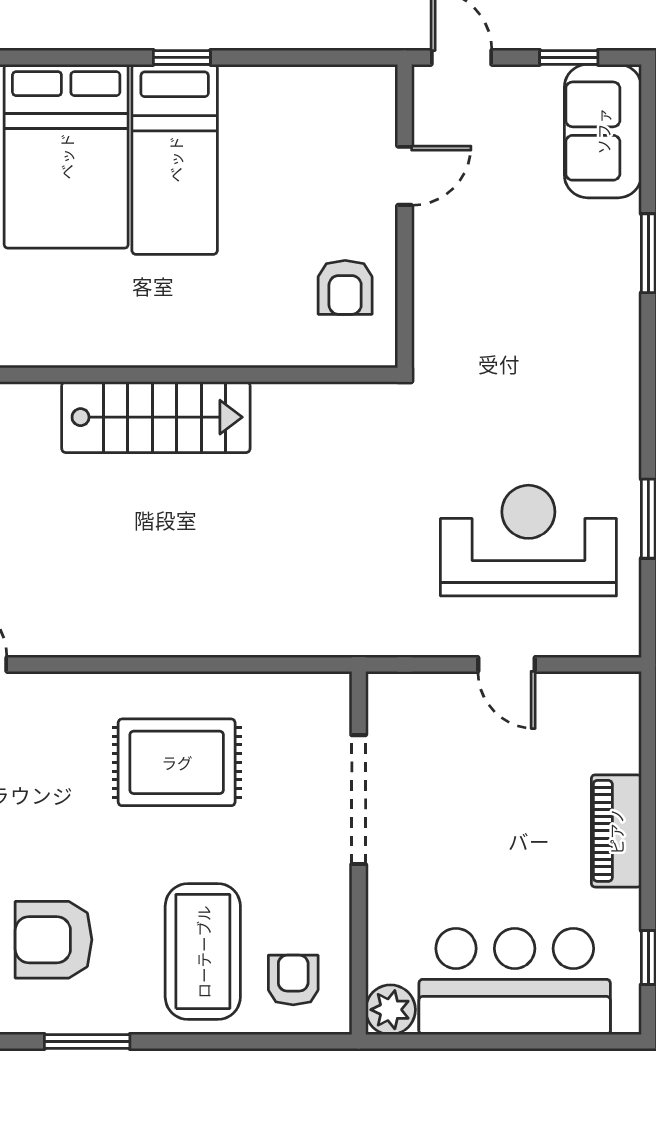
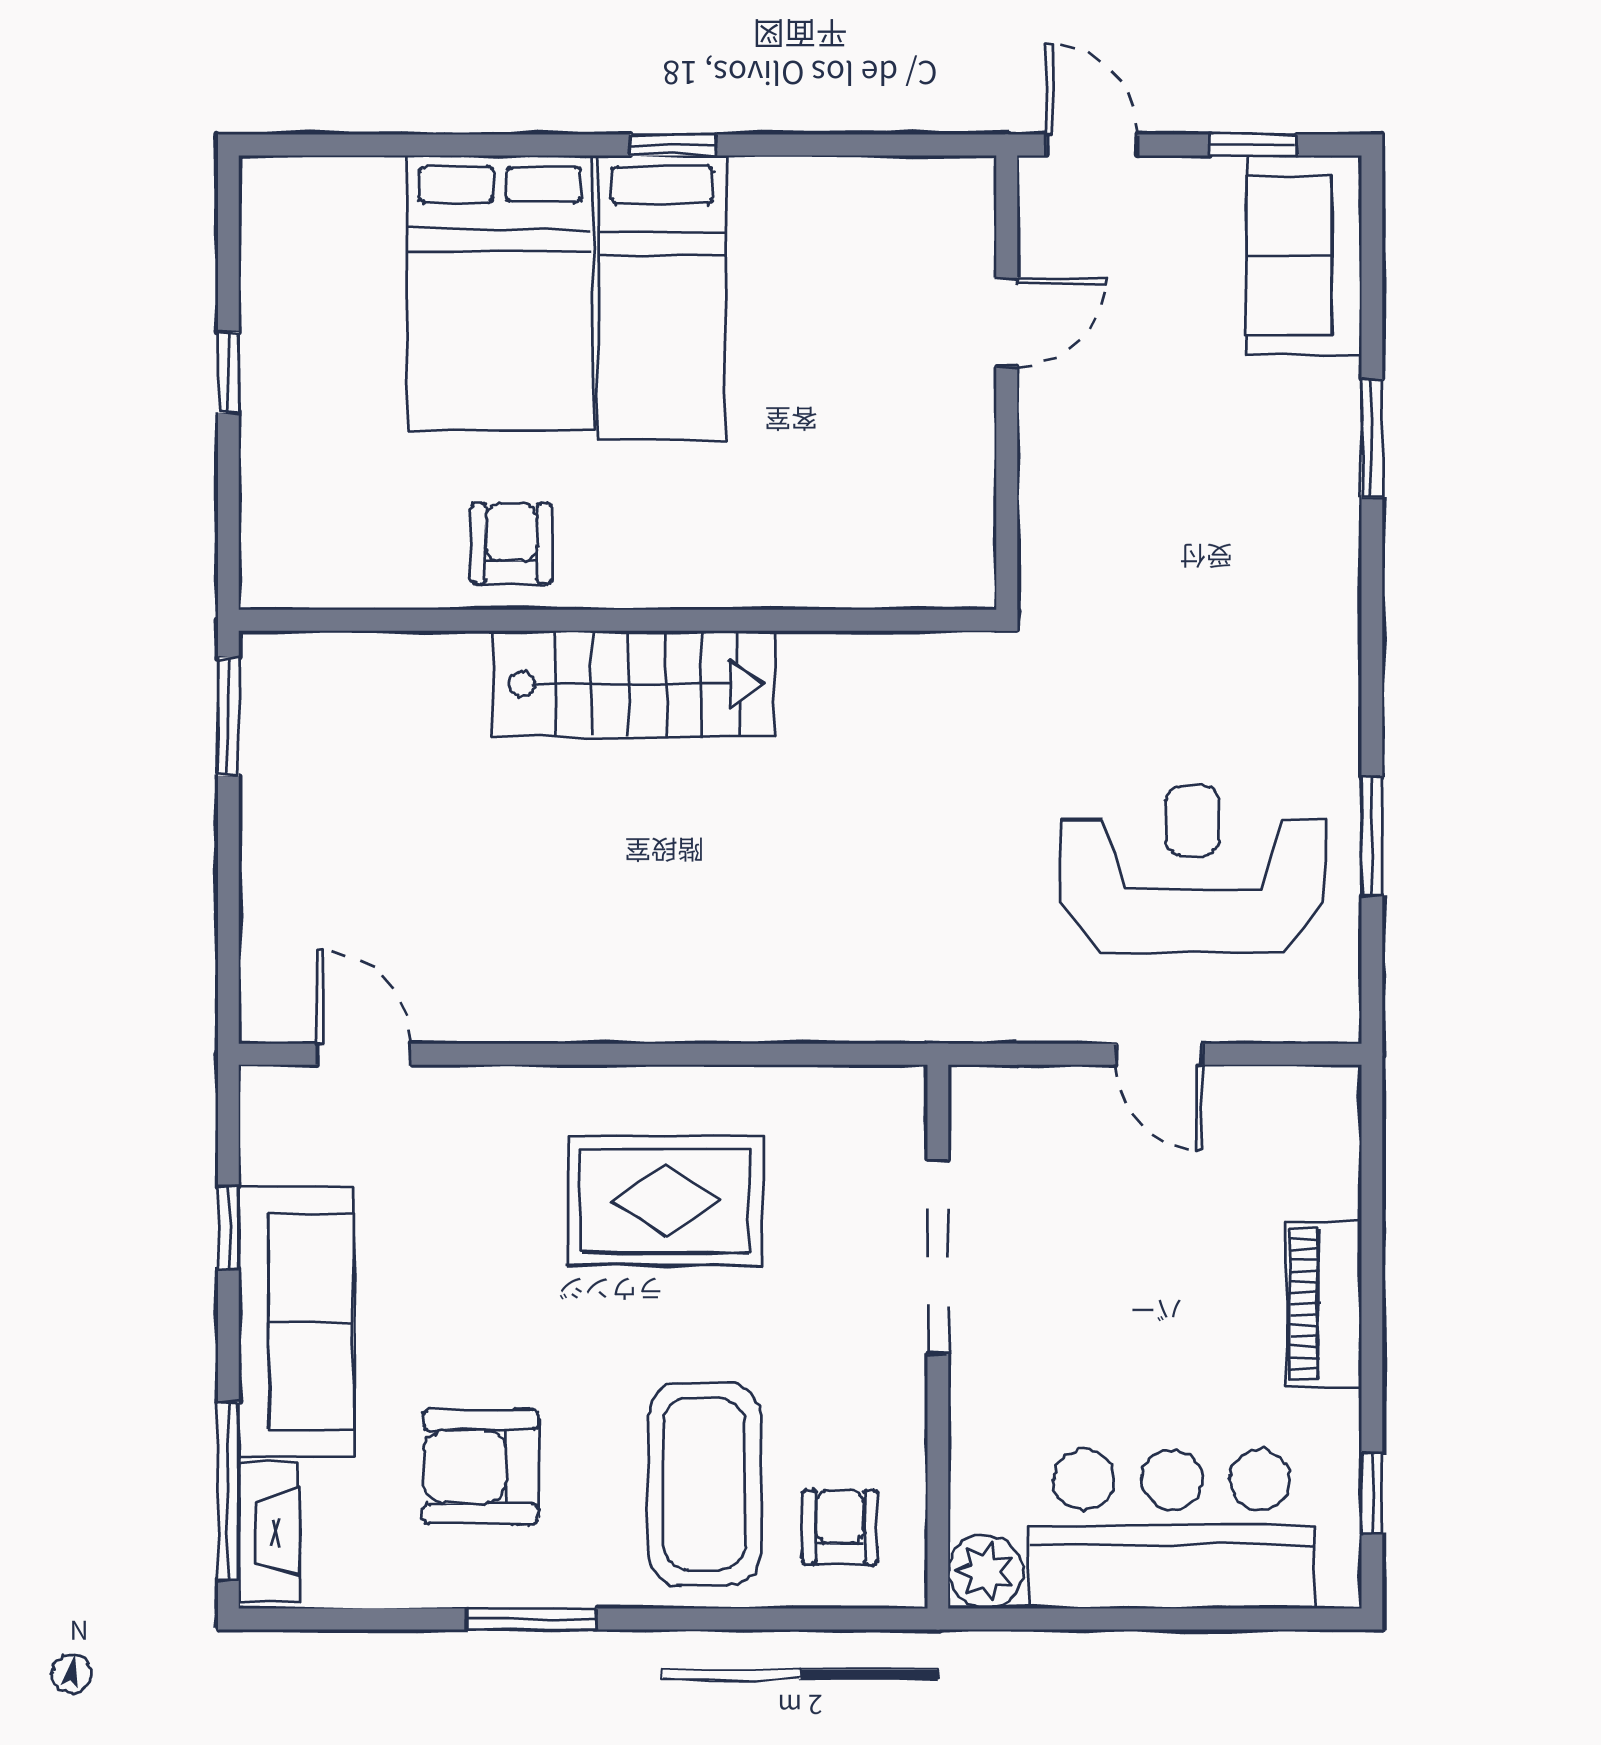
armchair: (345, 287) -> (511, 543), moved, turned 180

